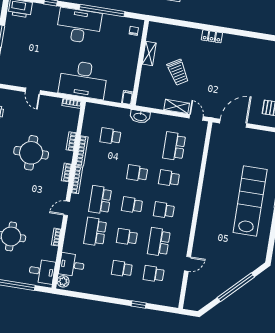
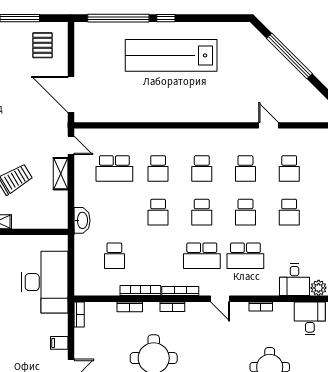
desk: (83, 80) -> (45, 282), moved
filing cabinet: (127, 98) -> (59, 343), moved
door: (196, 117) -> (71, 145), swing flipped
school desk: (159, 242) -> (245, 168), width x0.54

